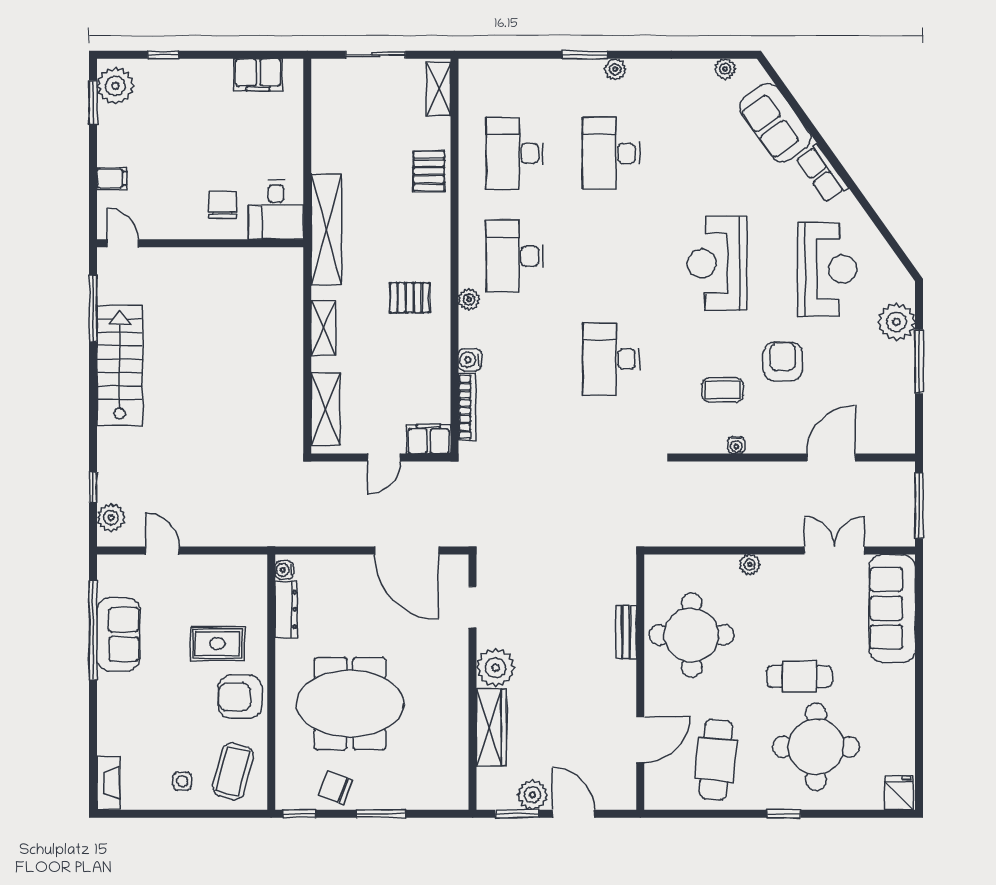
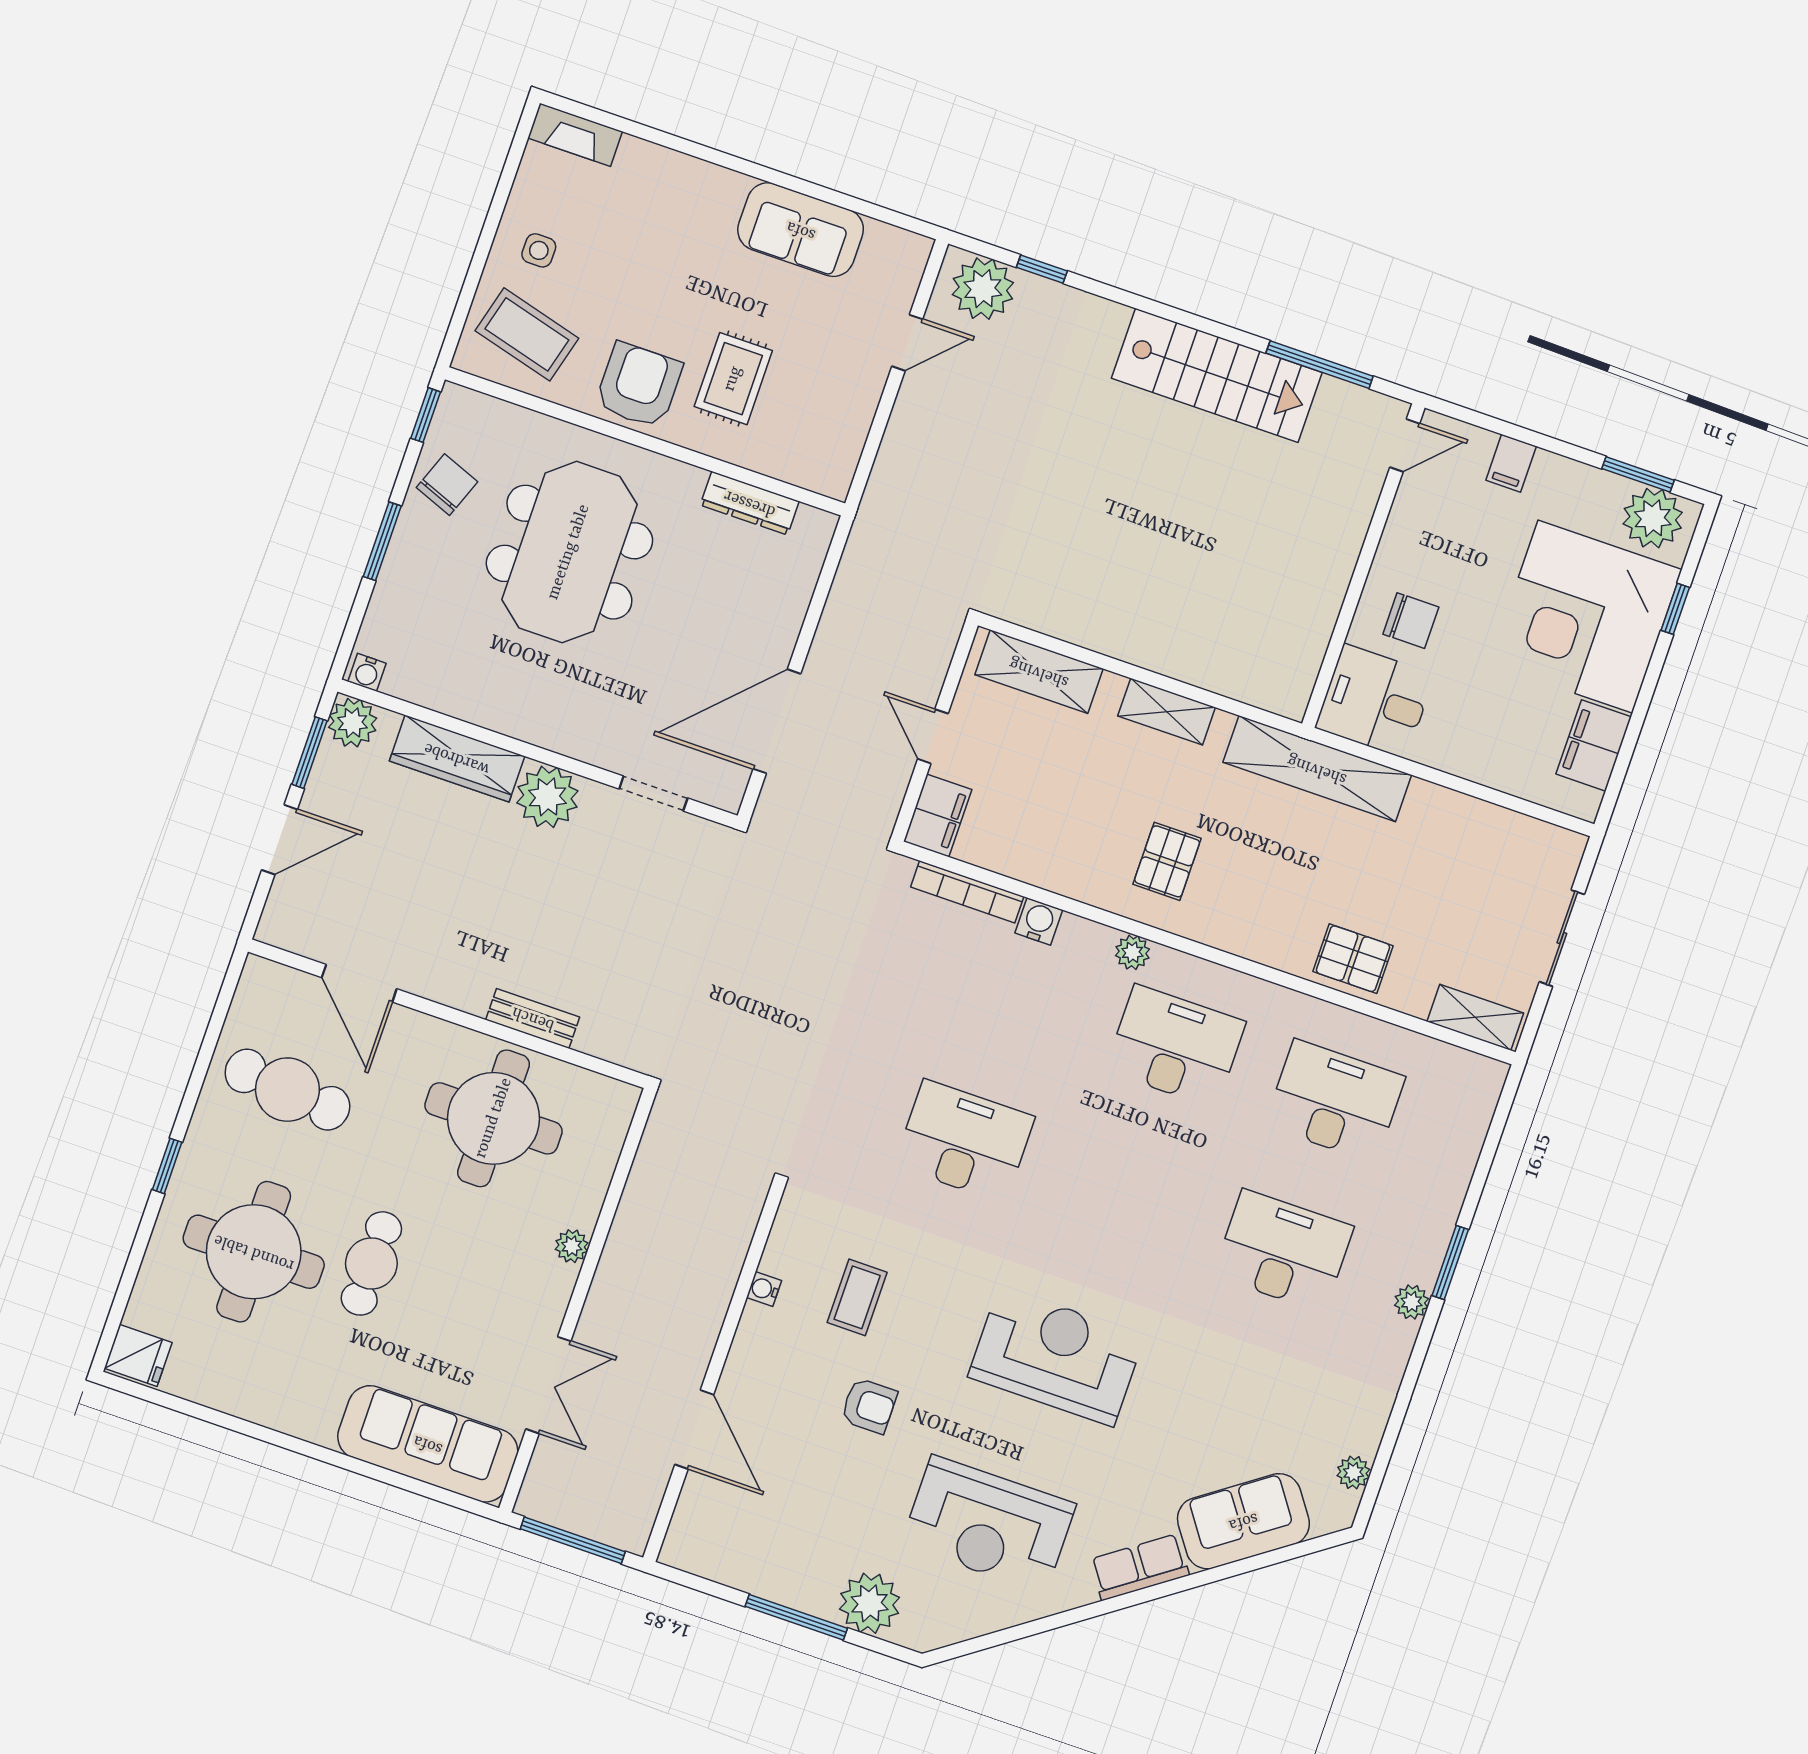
corner desk: (186, 105) -> (1585, 617), added
armchair: (783, 361) -> (869, 1406), width x0.72, depth x0.72
plant: (111, 518) -> (983, 289), width x1.36, depth x1.36
water cooler: (284, 570) -> (367, 672), moved, turned 180
window: (93, 630) -> (820, 193), removed
plant: (533, 795) -> (353, 723), moved

